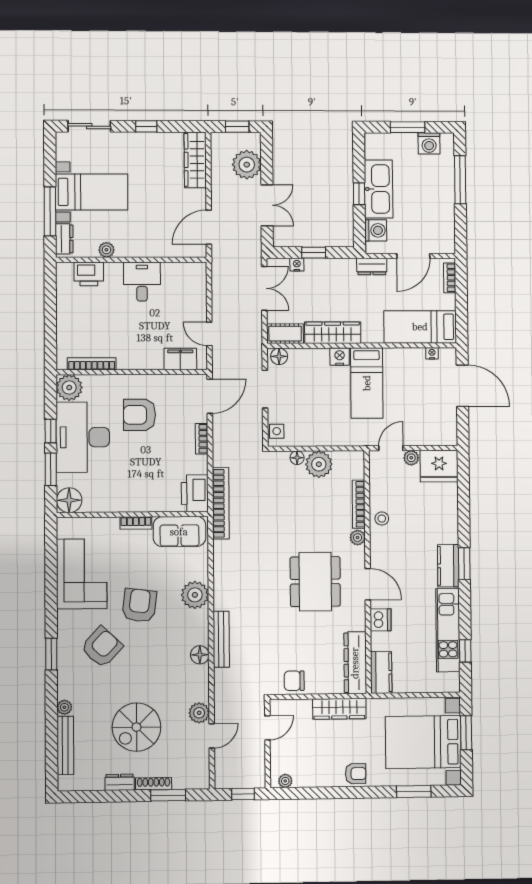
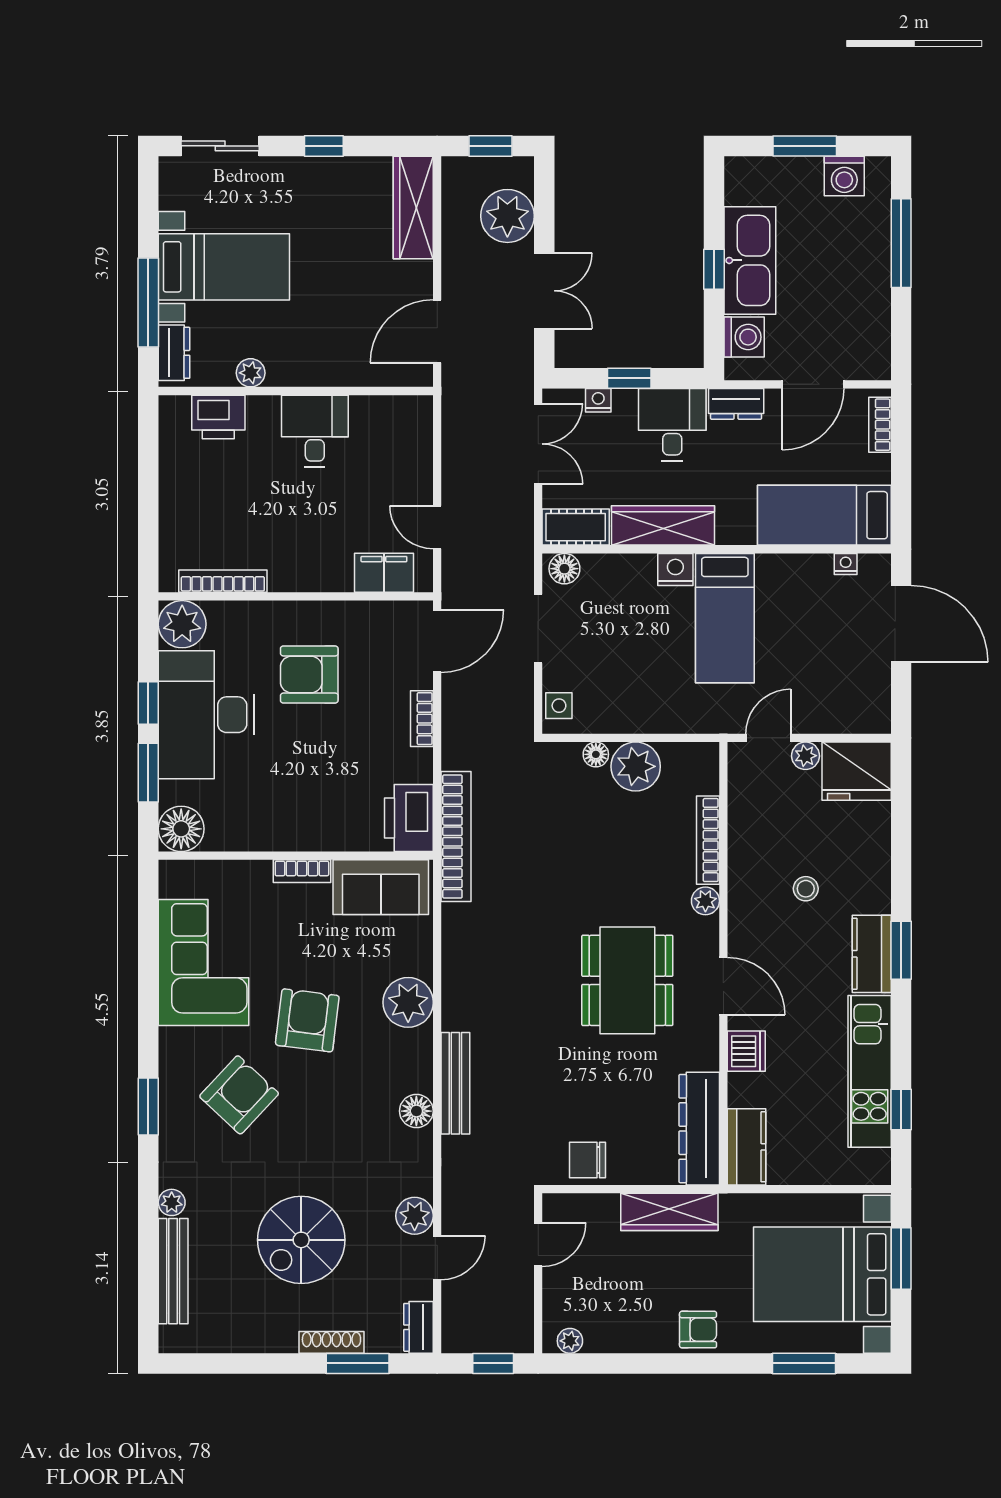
desk: (337, 278) -> (672, 425), added
stool: (382, 519) -> (806, 889), moved
dresser: (120, 782) -> (418, 1327), moved, turned -90

